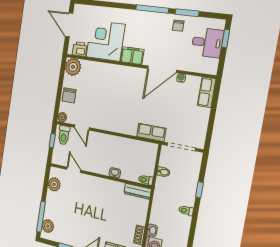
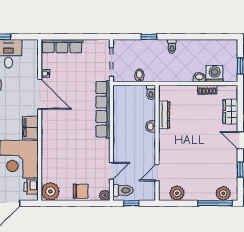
row of seats: (207, 92) -> (62, 46), width x1.48
row of seats: (151, 132) -> (103, 109), width x2.02
dresser: (137, 191) -> (164, 115), moved

